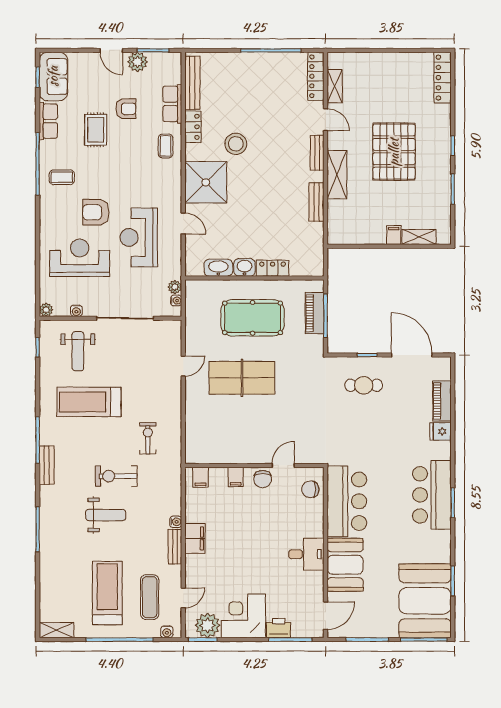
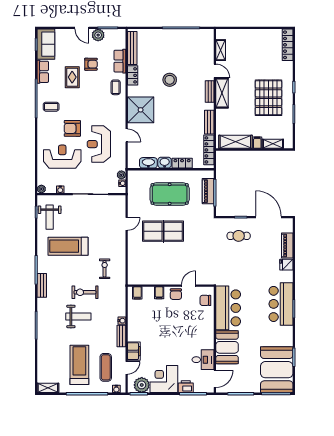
locker: (316, 76) -> (209, 150), moved
stool: (236, 144) -> (170, 80), moved
pallet: (394, 152) -> (268, 98), moved
shelving: (337, 175) -> (222, 93), moved
shelving: (359, 234) -> (235, 142), added
weight bench: (78, 351) -> (50, 217), moved
filing cabinet: (195, 538) -> (134, 351), moved
desk: (306, 554) -> (203, 360), moved

